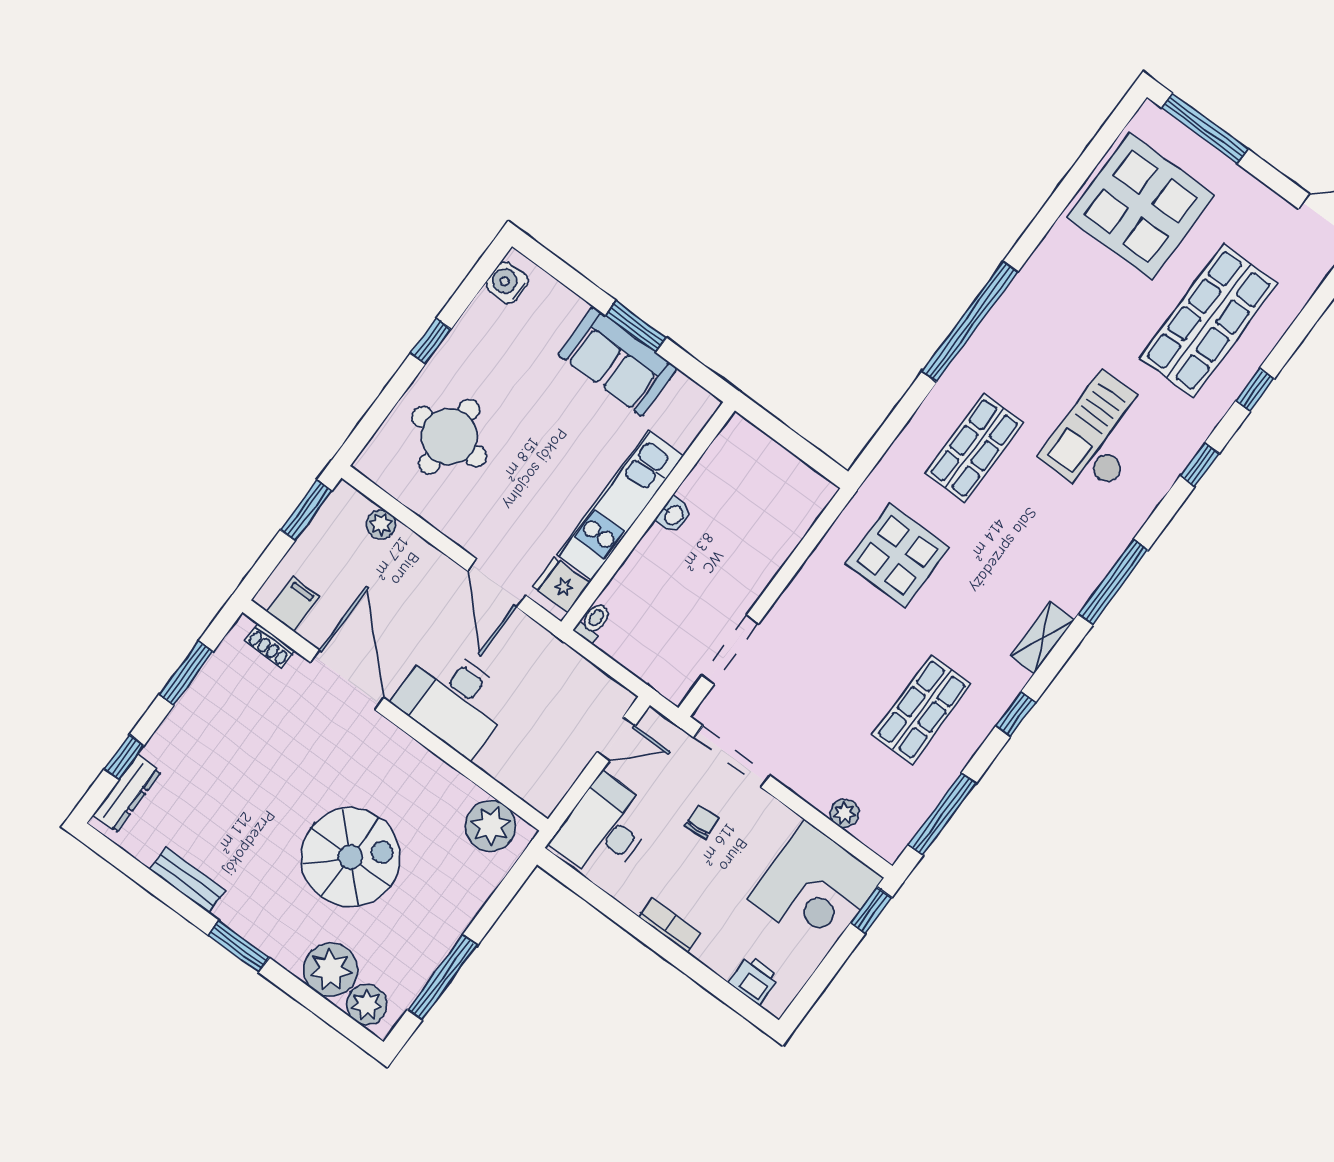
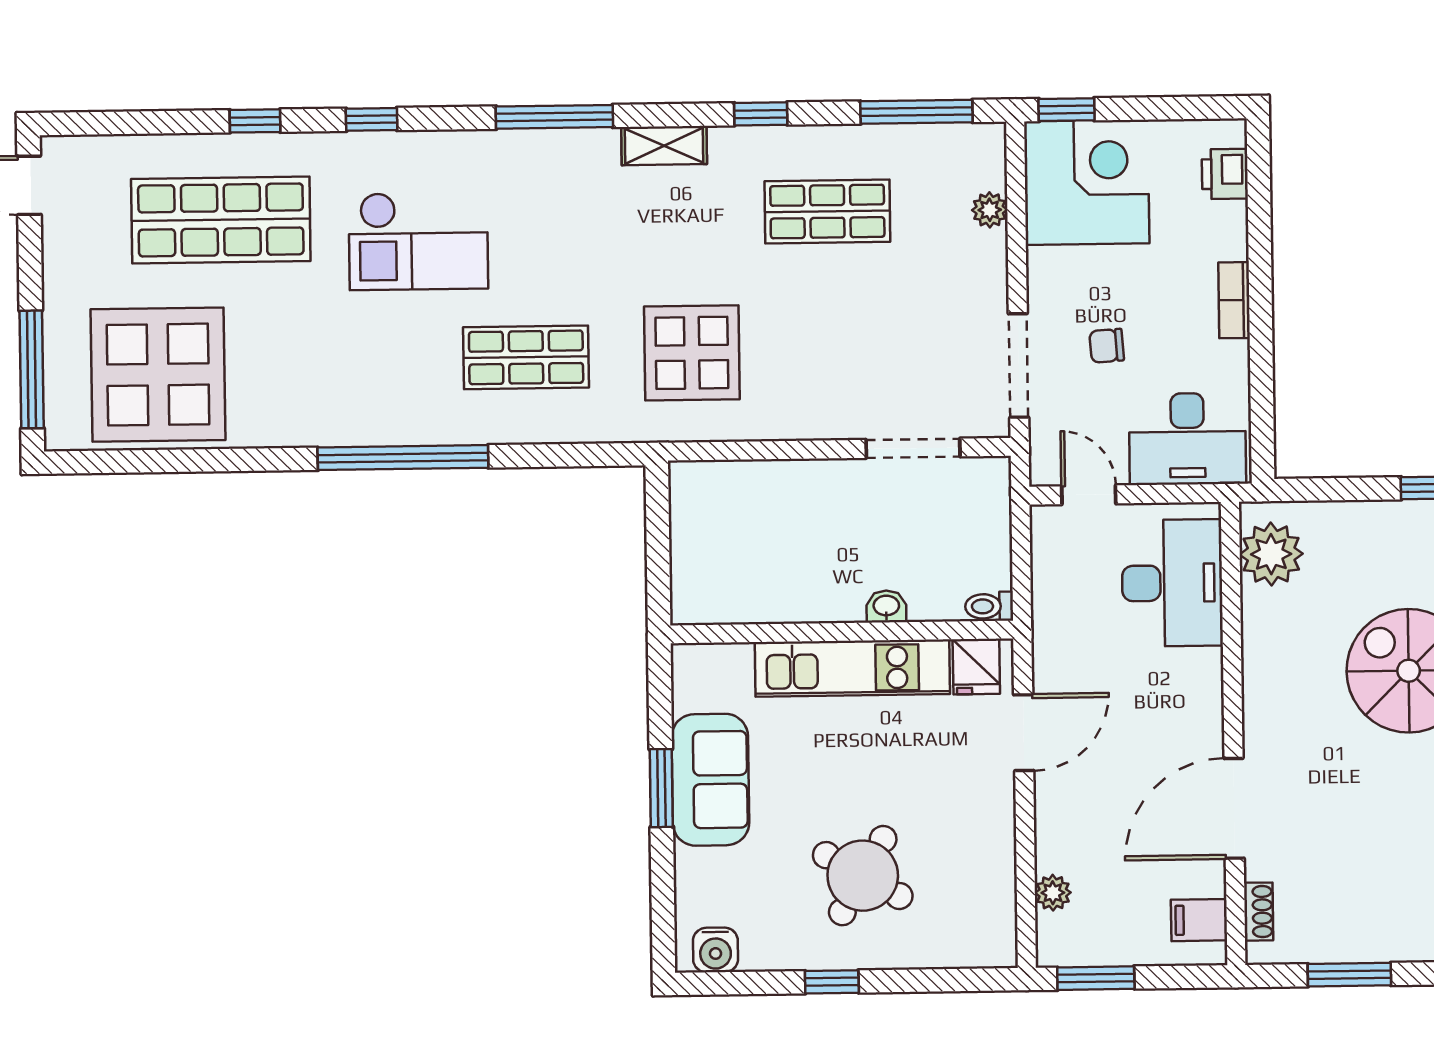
round table: (449, 437) -> (863, 876), moved, turned 30
washbasin: (673, 515) -> (886, 606), moved
desk: (453, 700) -> (1172, 583), moved

